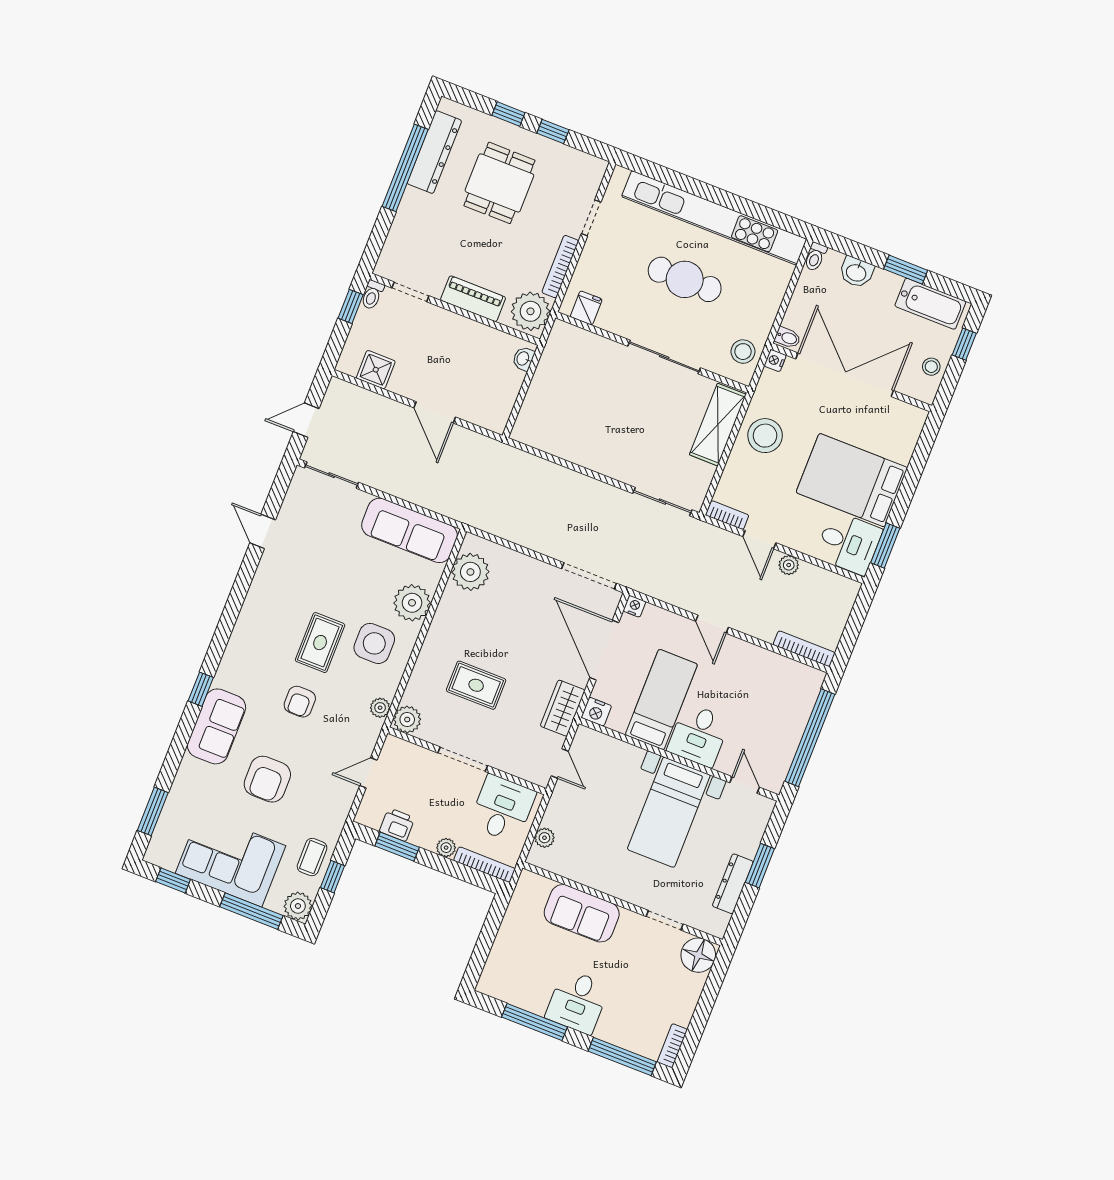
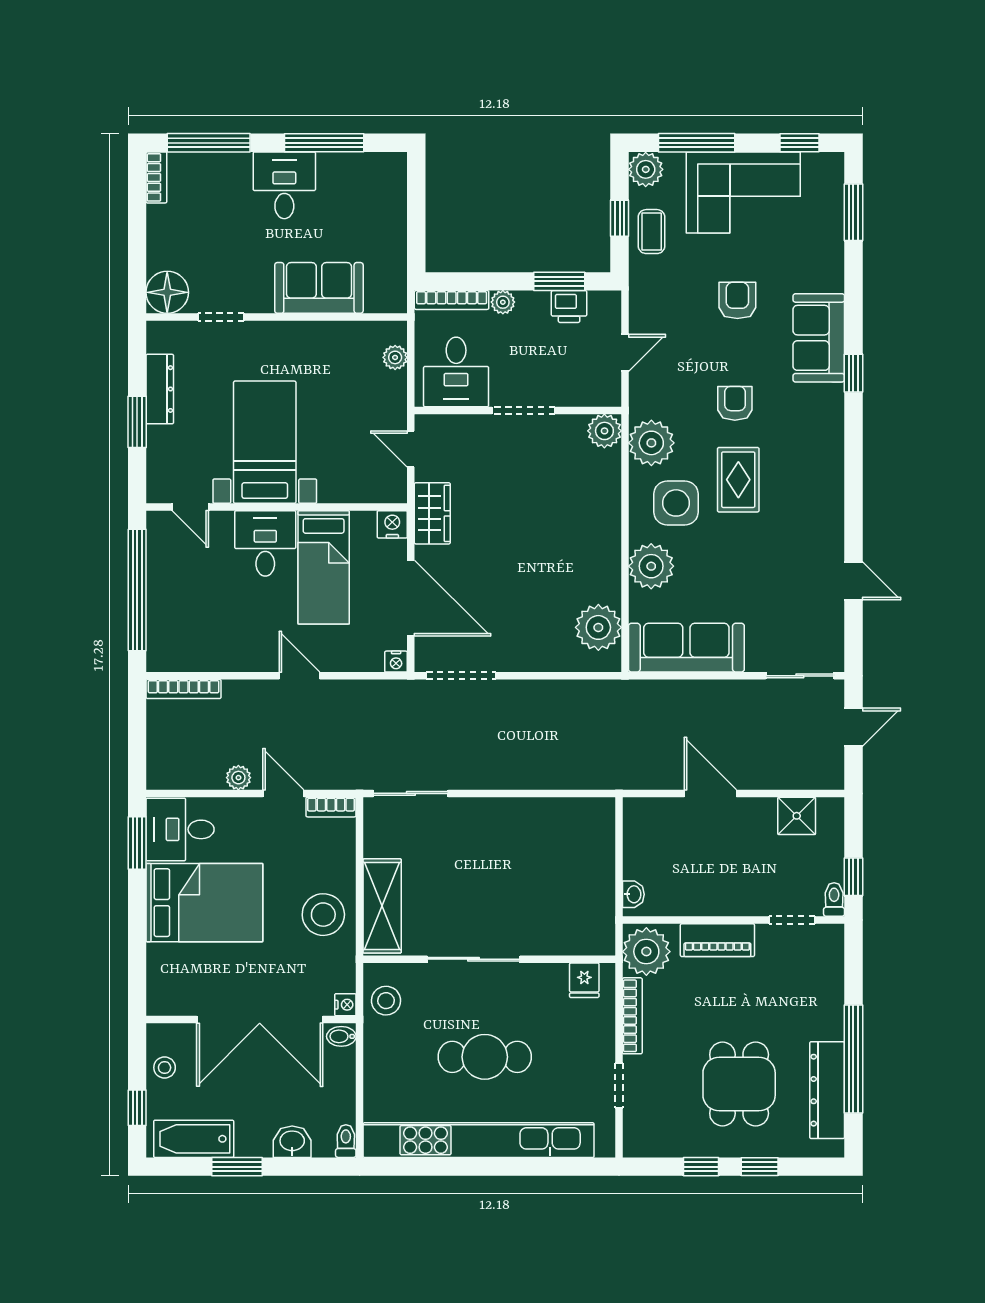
rug: (476, 685) -> (541, 501), removed
plant: (380, 708) -> (651, 443), width x1.88, depth x1.88
armchair: (267, 779) -> (737, 300), width x0.72, depth x0.72

